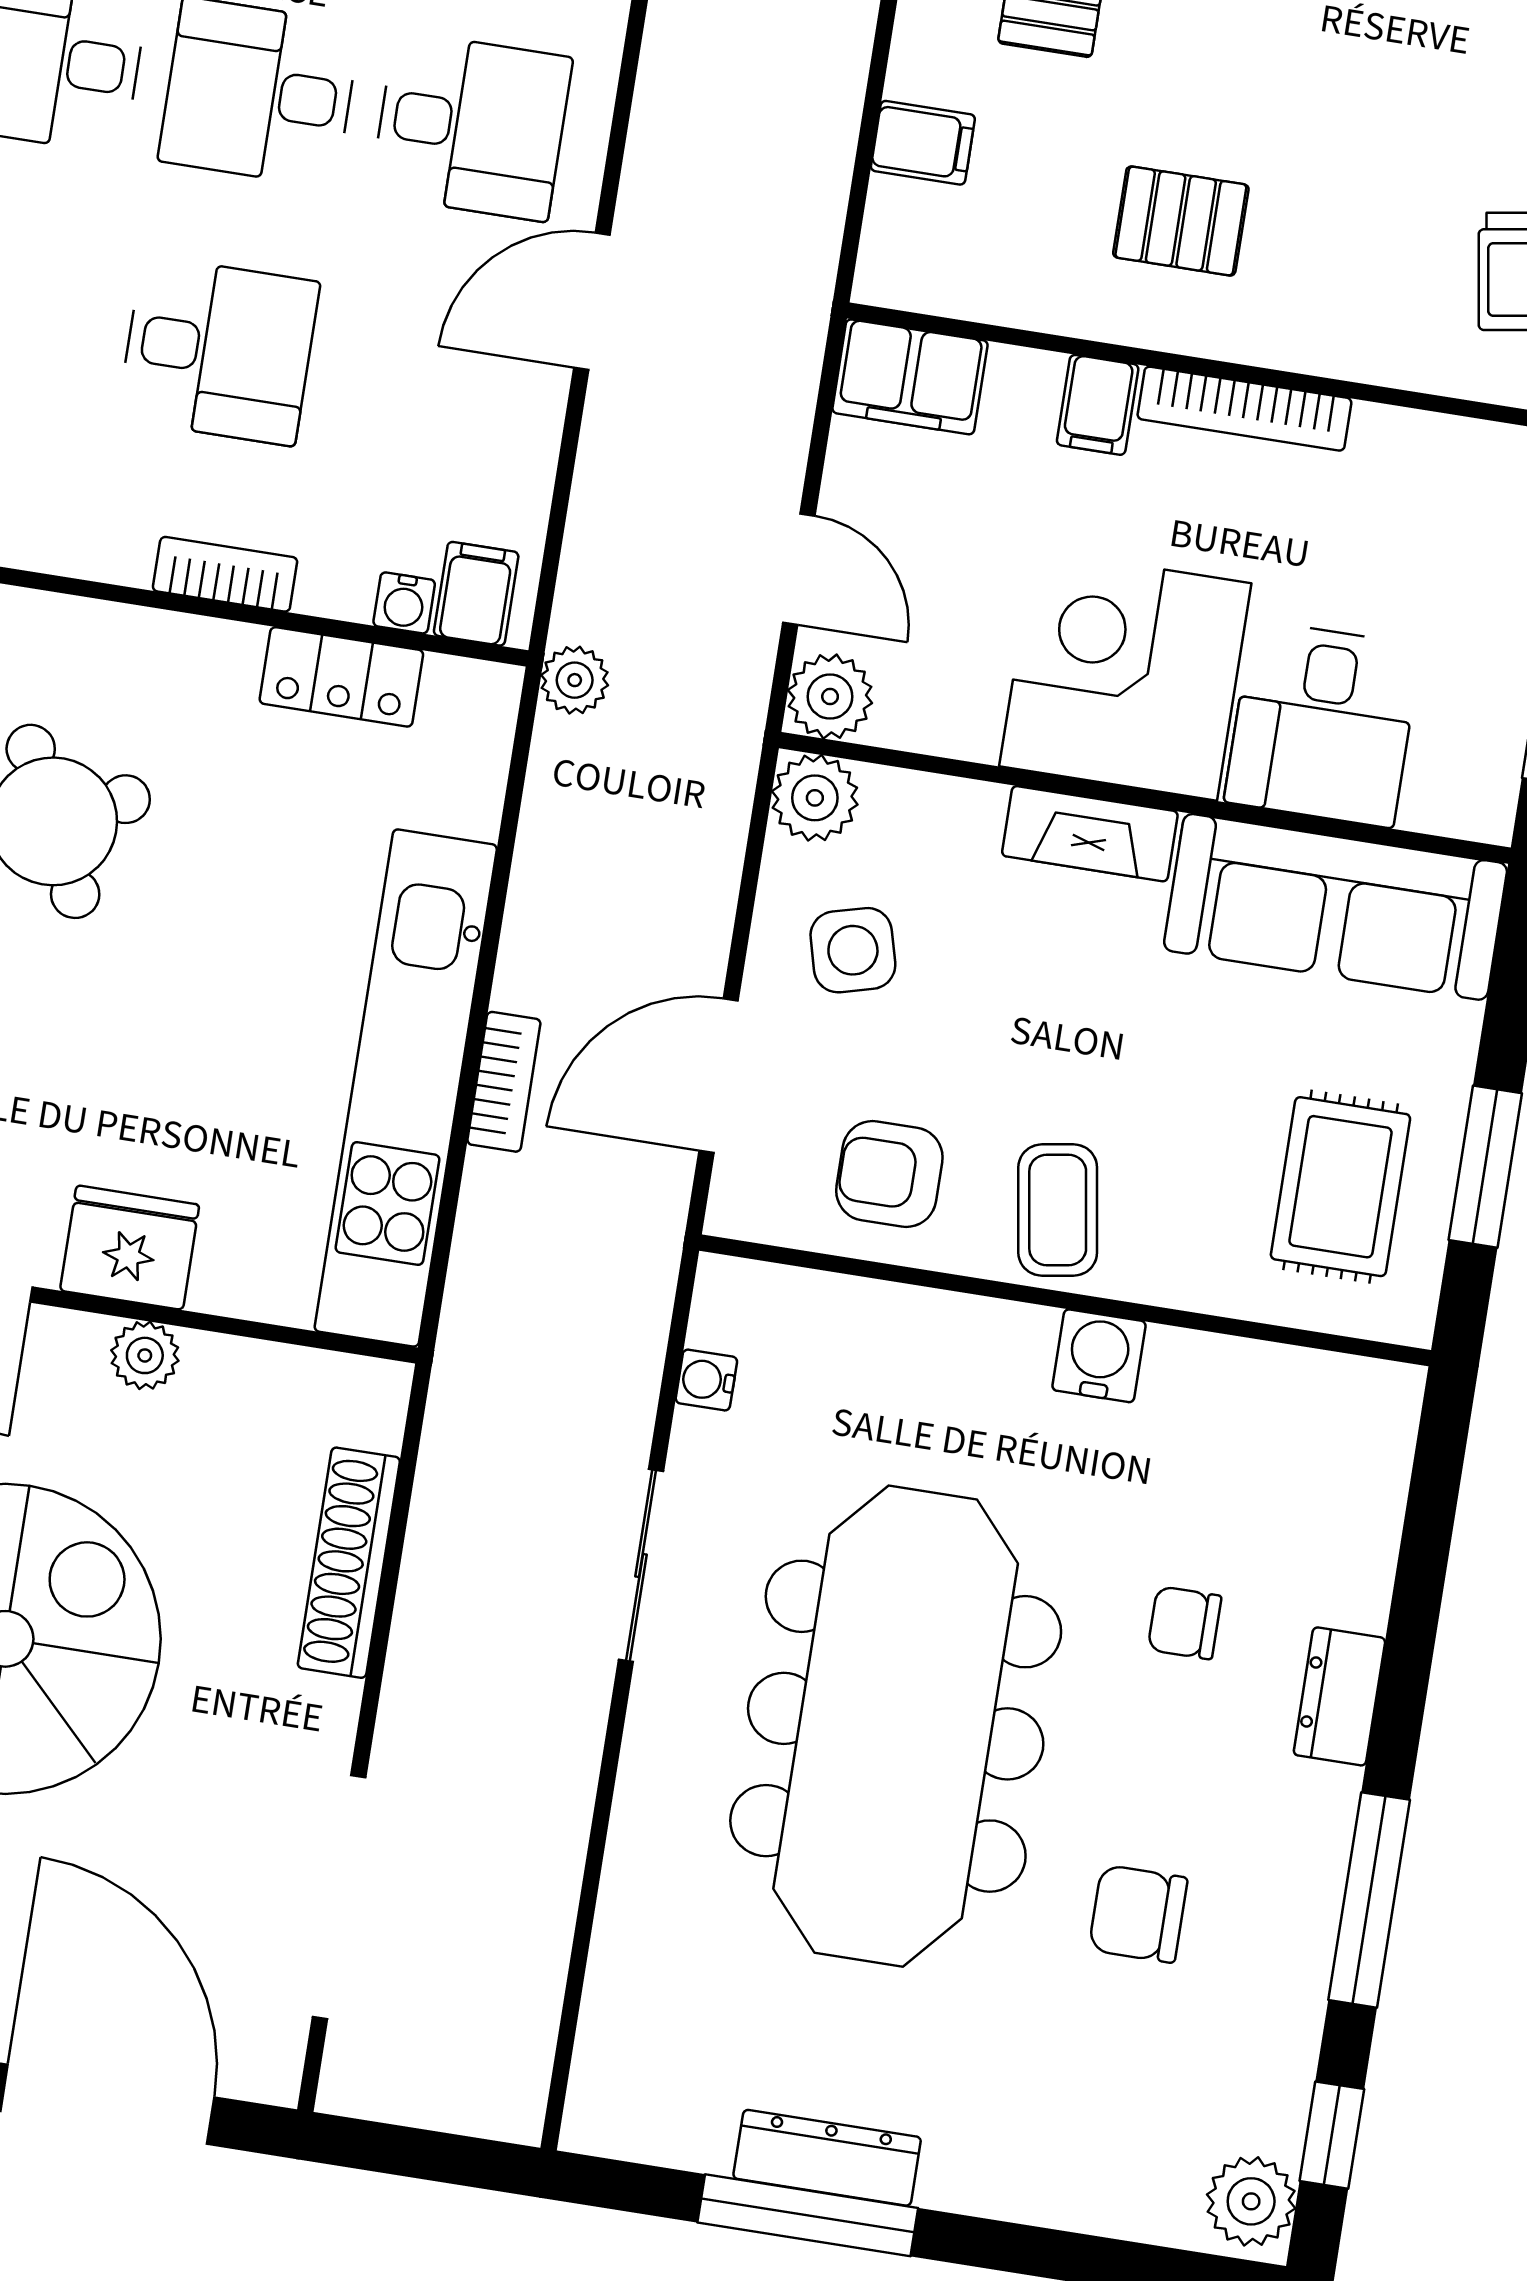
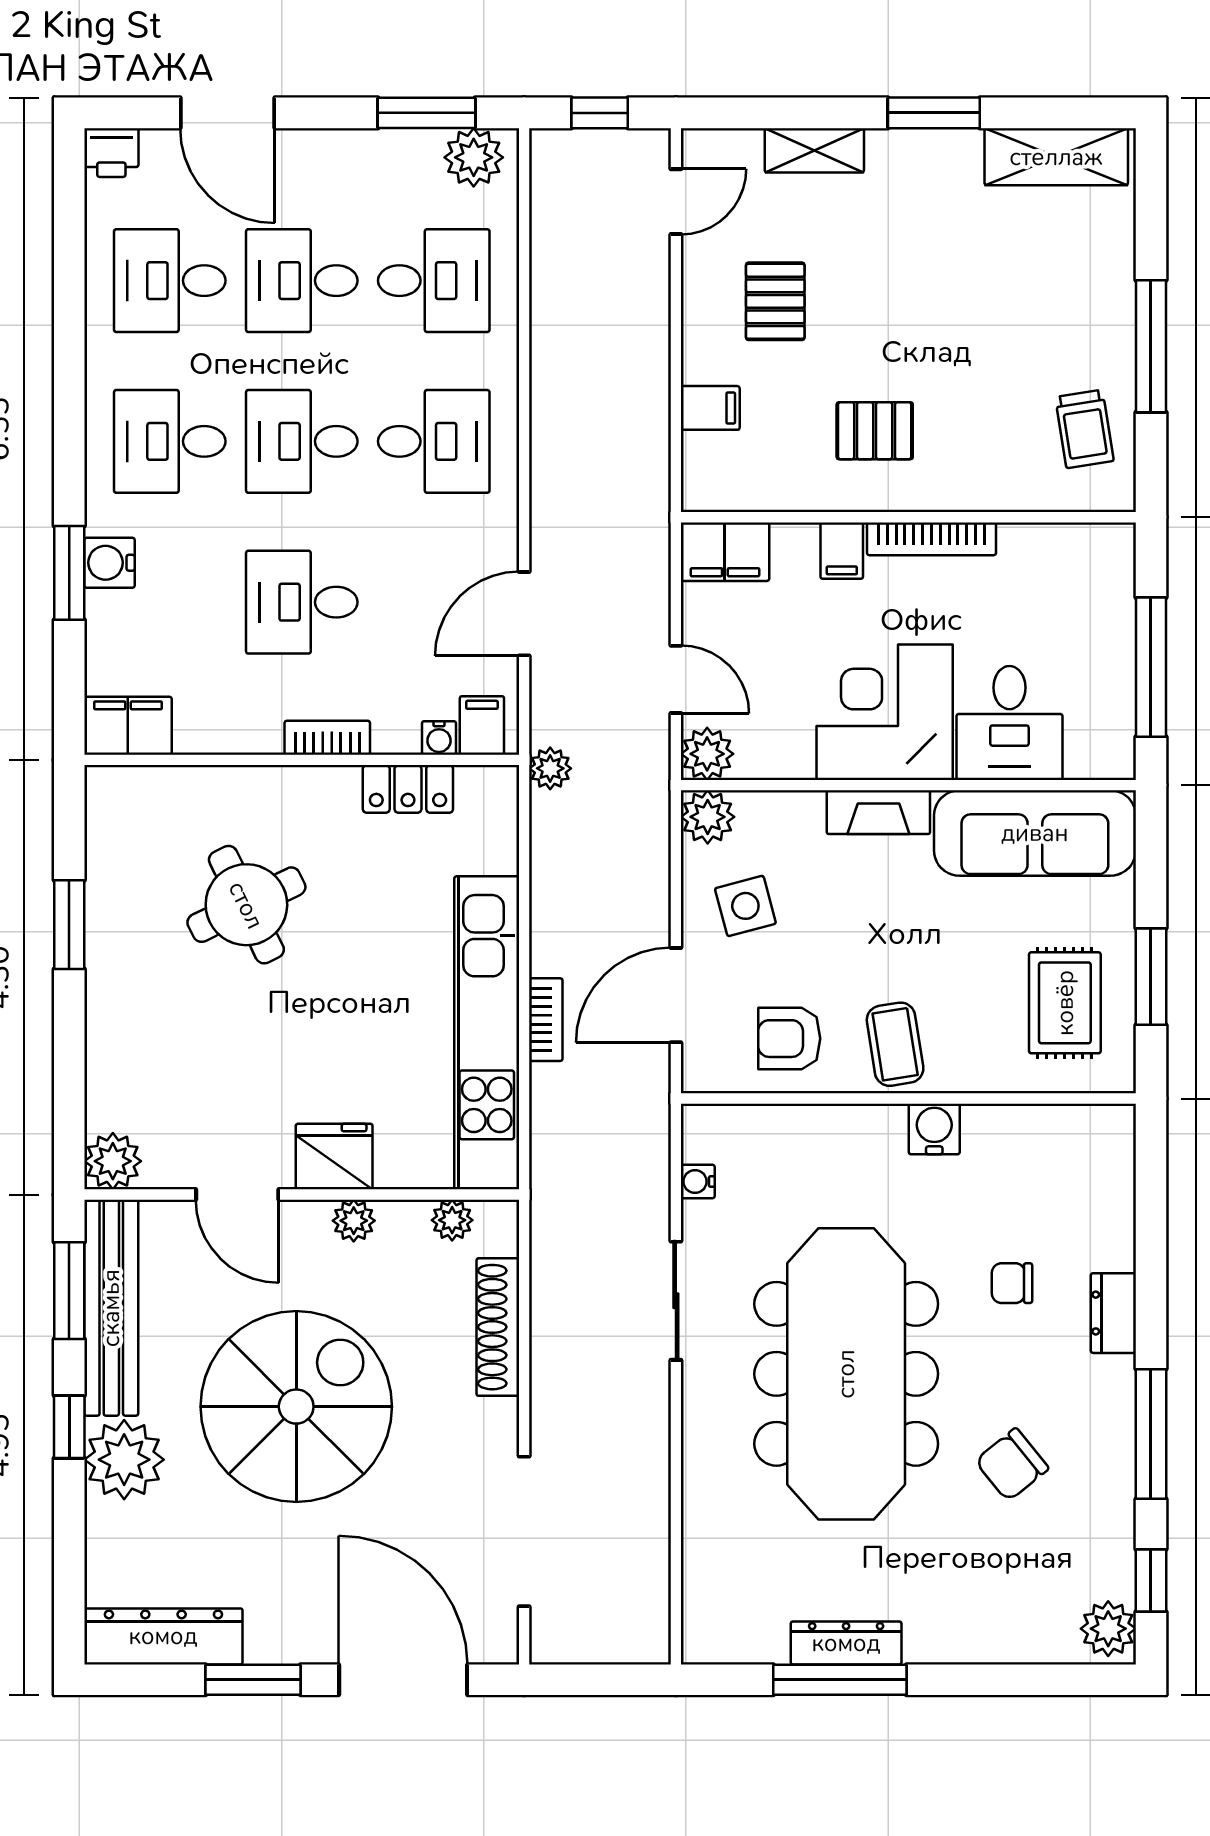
door: (592, 301) -> (524, 614), moved
desk: (219, 350) -> (302, 602), turned 180
plant: (303, 1380) -> (452, 1220), added
chair: (1138, 1914) -> (1012, 1465), turned -39

